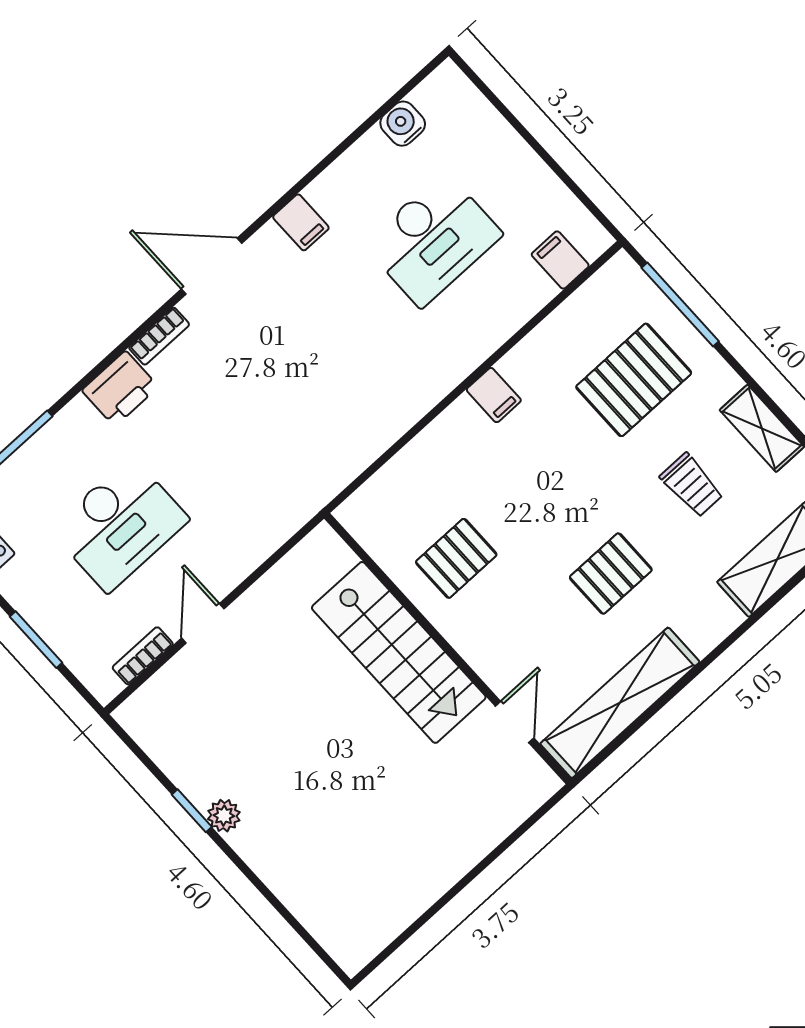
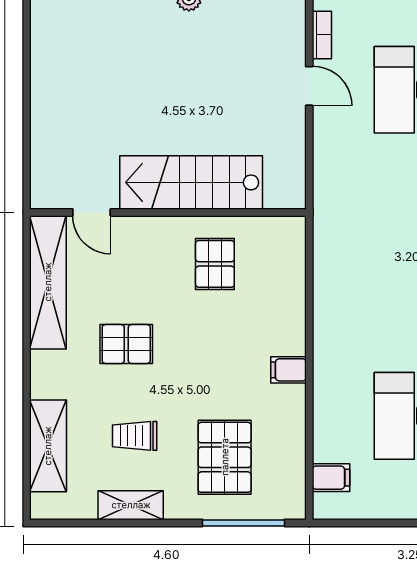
pallet: (611, 574) -> (126, 344), turned 90

